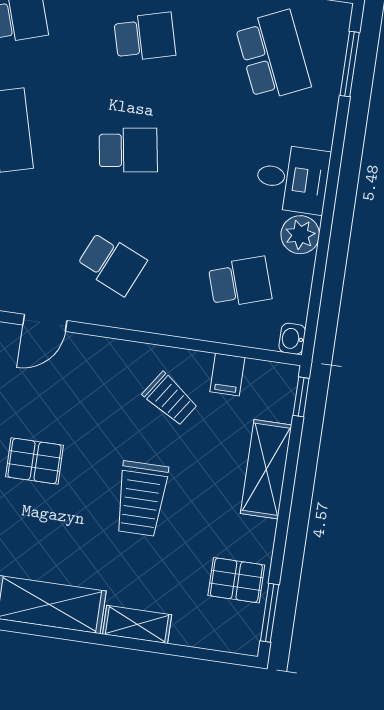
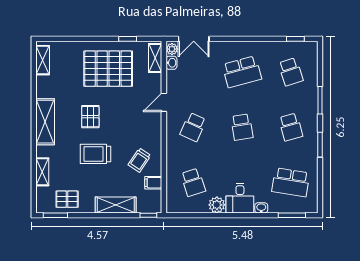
school desk: (273, 56) -> (291, 182), turned 33
door: (45, 323) -> (164, 102), hinge flipped
washbasin: (292, 339) -> (261, 208), moved
pallet: (34, 461) -> (90, 117), moved
pallet: (236, 580) -> (67, 199), turned 90
shelving: (137, 624) -> (42, 172), moved

